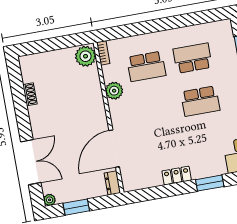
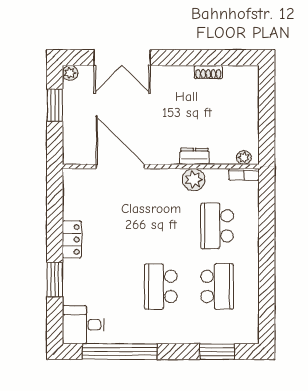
plant: (86, 56) -> (244, 157), width x0.53, depth x0.53
dresser: (112, 183) -> (194, 156), moved

